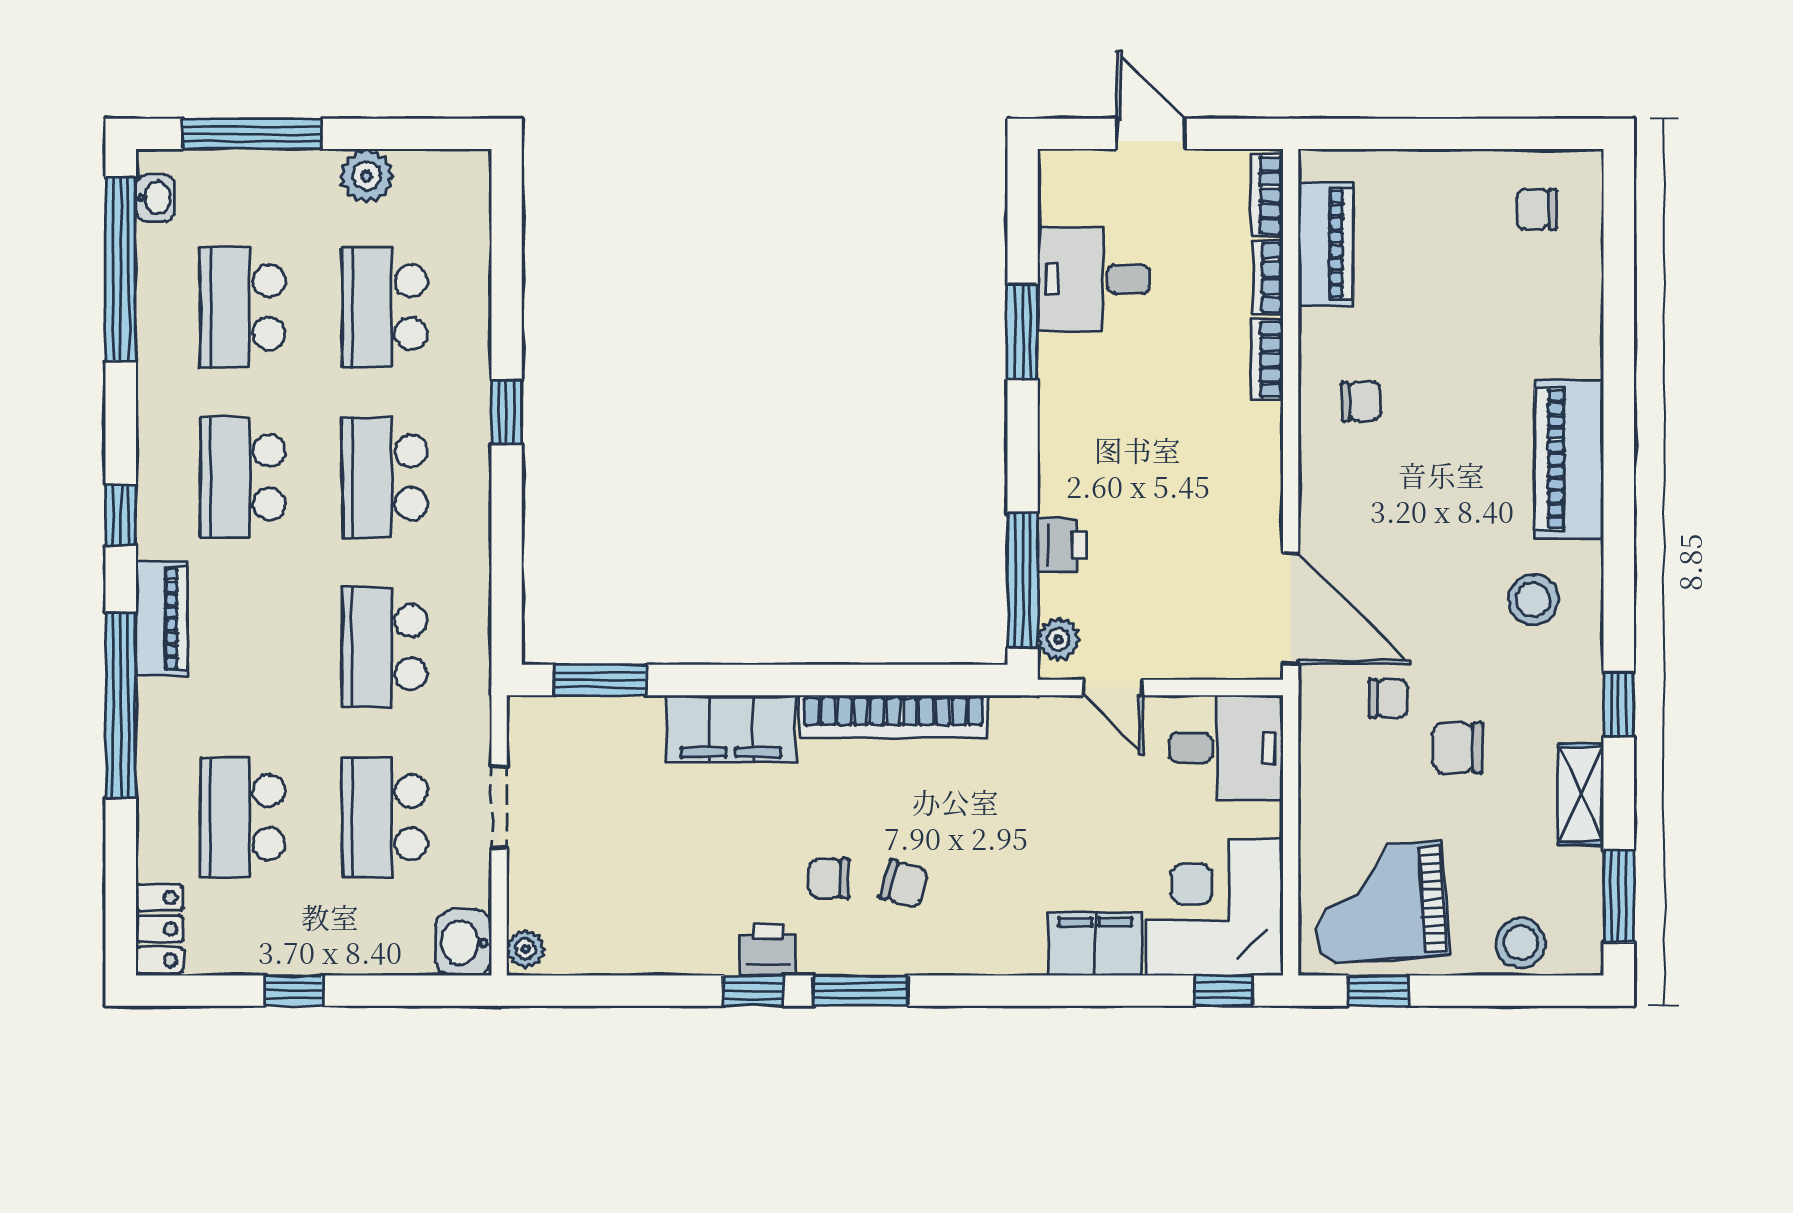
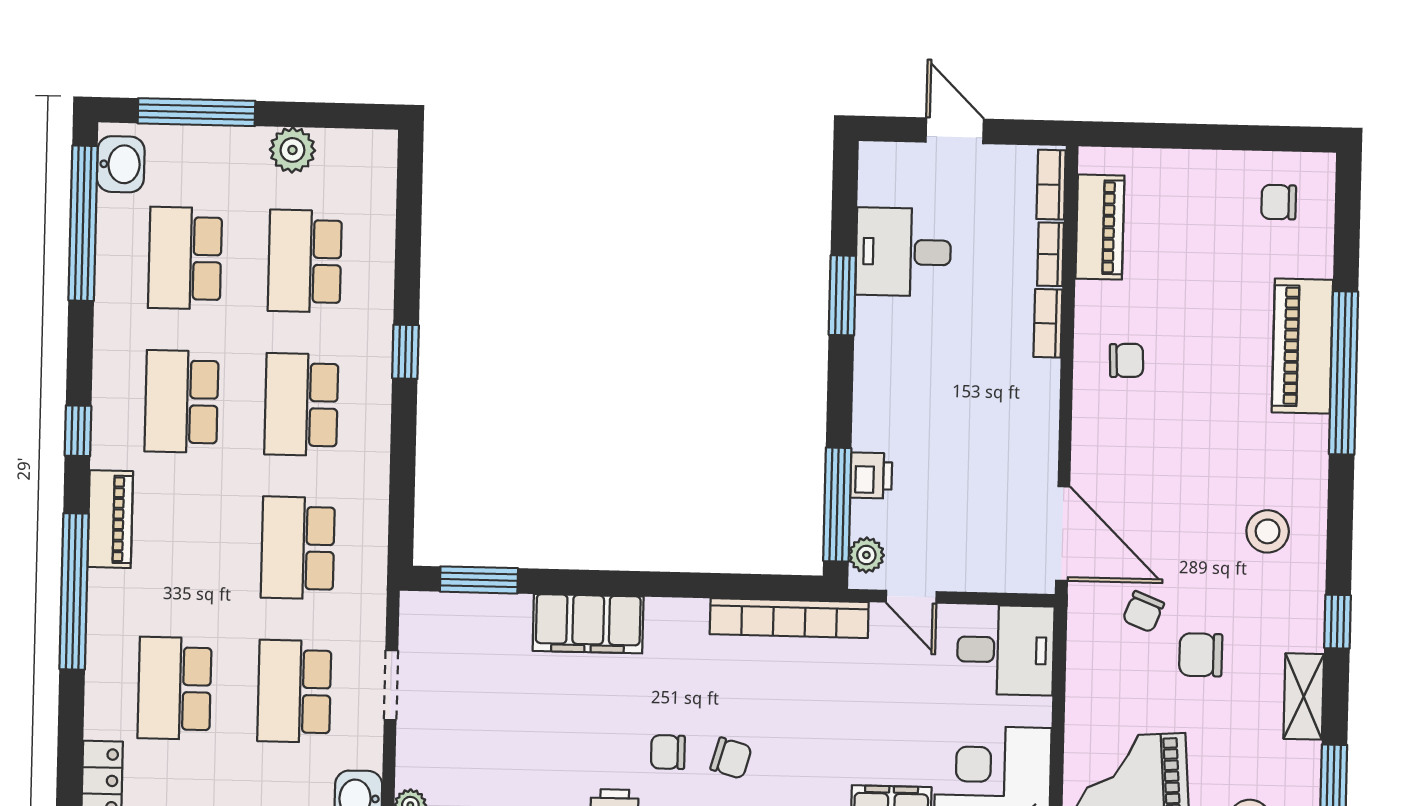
washbasin: (155, 198) -> (121, 164), width x1.38, depth x1.45
window: (1619, 410) -> (1344, 373), added
piano: (1569, 459) -> (1302, 346), moved
chair: (1388, 698) -> (1143, 612), turned 112
bookcase: (894, 716) -> (789, 618), moved

